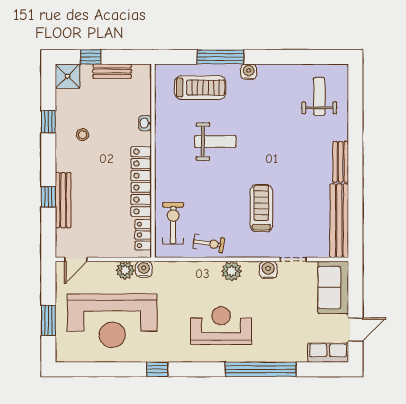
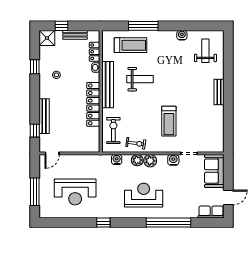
water cooler: (249, 72) -> (182, 35), moved
window: (48, 197) -> (35, 131), moved
treadmill: (261, 208) -> (169, 121), turned 180
bench: (339, 221) -> (108, 85), moved
locker: (143, 235) -> (95, 52), moved
water cooler: (144, 269) -> (117, 160), moved
plant: (125, 270) -> (137, 160), moved
window: (48, 320) -> (35, 192), width x1.44
reception desk: (112, 321) -> (75, 192), width x0.74, depth x0.77

